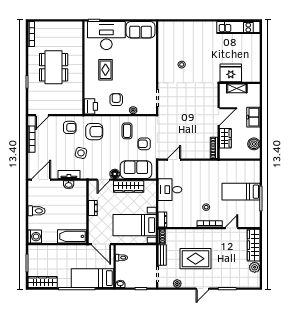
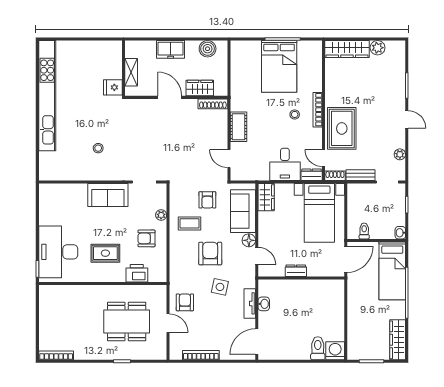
kitchen unit: (238, 27) -> (47, 96), width x1.86
sofa: (141, 30) -> (108, 195), moved, turned 90
dining table: (54, 67) -> (127, 321), moved
fridge: (231, 73) -> (113, 87), width x0.53, depth x0.75
printer: (91, 106) -> (137, 273), moved
door: (42, 115) -> (168, 323), moved
armchair: (94, 132) -> (210, 254), moved
cot: (197, 166) -> (239, 127), added
door: (41, 180) -> (257, 342), hinge flipped
wardrobe: (129, 186) -> (266, 197), moved, width x0.67
desk: (170, 190) -> (285, 164), moved
bed: (241, 192) -> (279, 66), width x1.50
toilet: (36, 211) -> (318, 348), moved
door: (231, 228) -> (323, 158), moved
bathtub: (72, 236) -> (335, 299), removed
rug: (196, 259) -> (342, 128), moved

